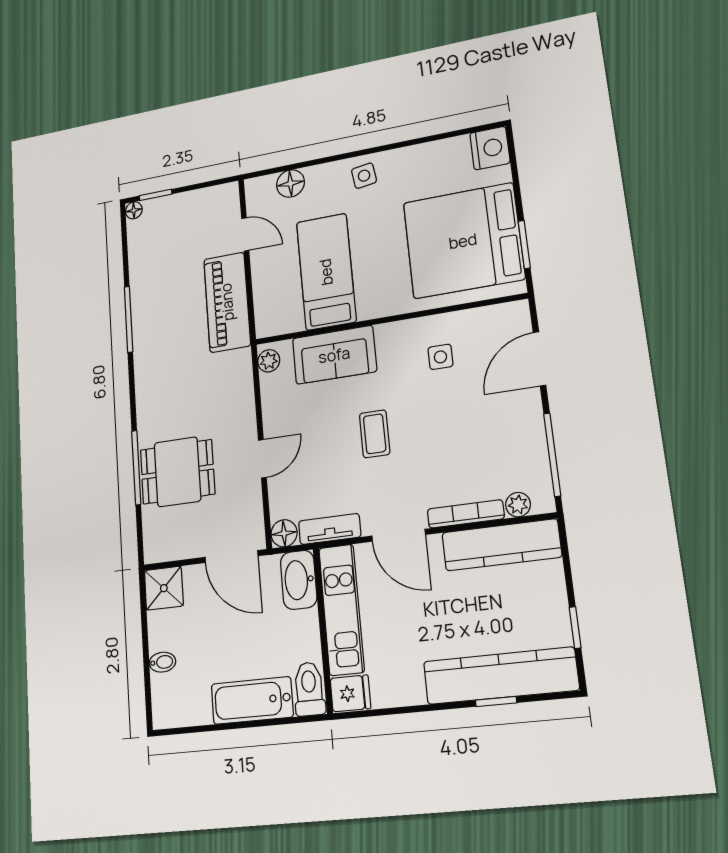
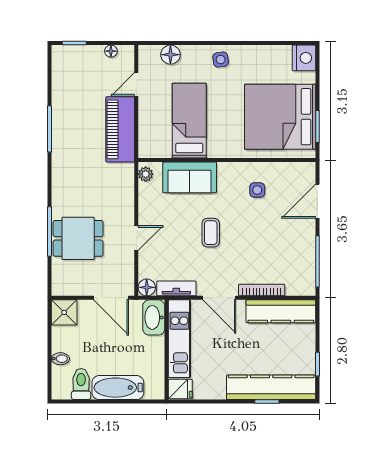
floor lamp: (134, 210) -> (111, 51), moved
door: (245, 234) -> (136, 84), swing flipped
plant: (518, 505) -> (294, 289), removed
toilet: (309, 689) -> (81, 384), moved

